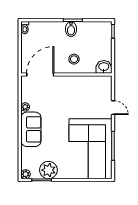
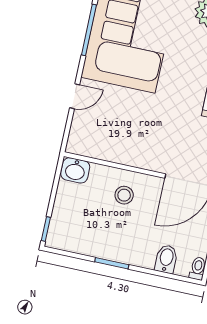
bidet: (71, 29) -> (166, 259), moved
door: (113, 108) -> (75, 96), swing flipped

